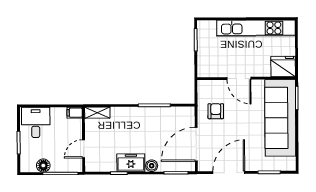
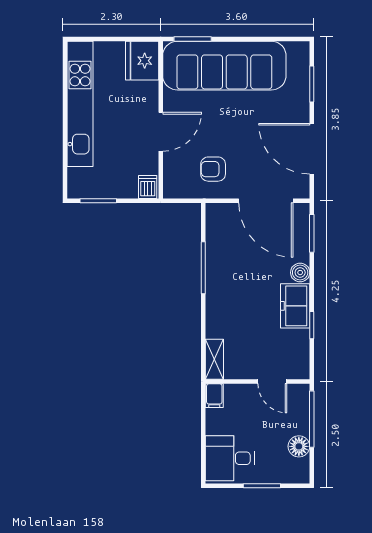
dishwasher: (204, 70) -> (148, 187), added

